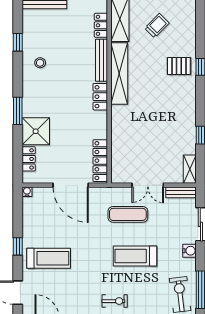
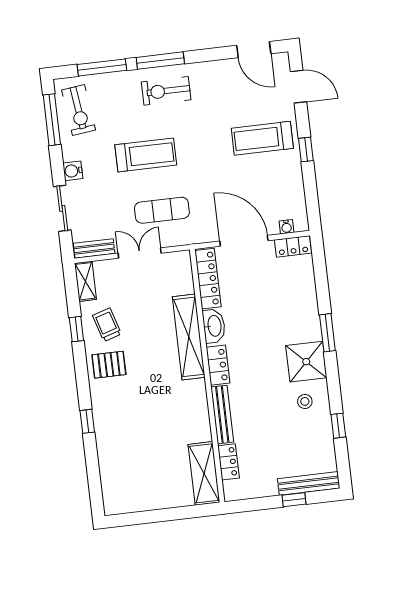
trolley: (157, 26) -> (107, 325), moved, turned 118
pallet: (179, 66) -> (109, 365), moved
shelving: (119, 74) -> (189, 337), moved
washbasin: (100, 126) -> (214, 326), added
shower: (36, 131) -> (306, 362), moved
locker: (29, 159) -> (293, 246), moved, turned -90
water cooler: (27, 192) -> (286, 227), moved
exercise bike: (115, 301) -> (166, 91), width x1.38, depth x1.39

